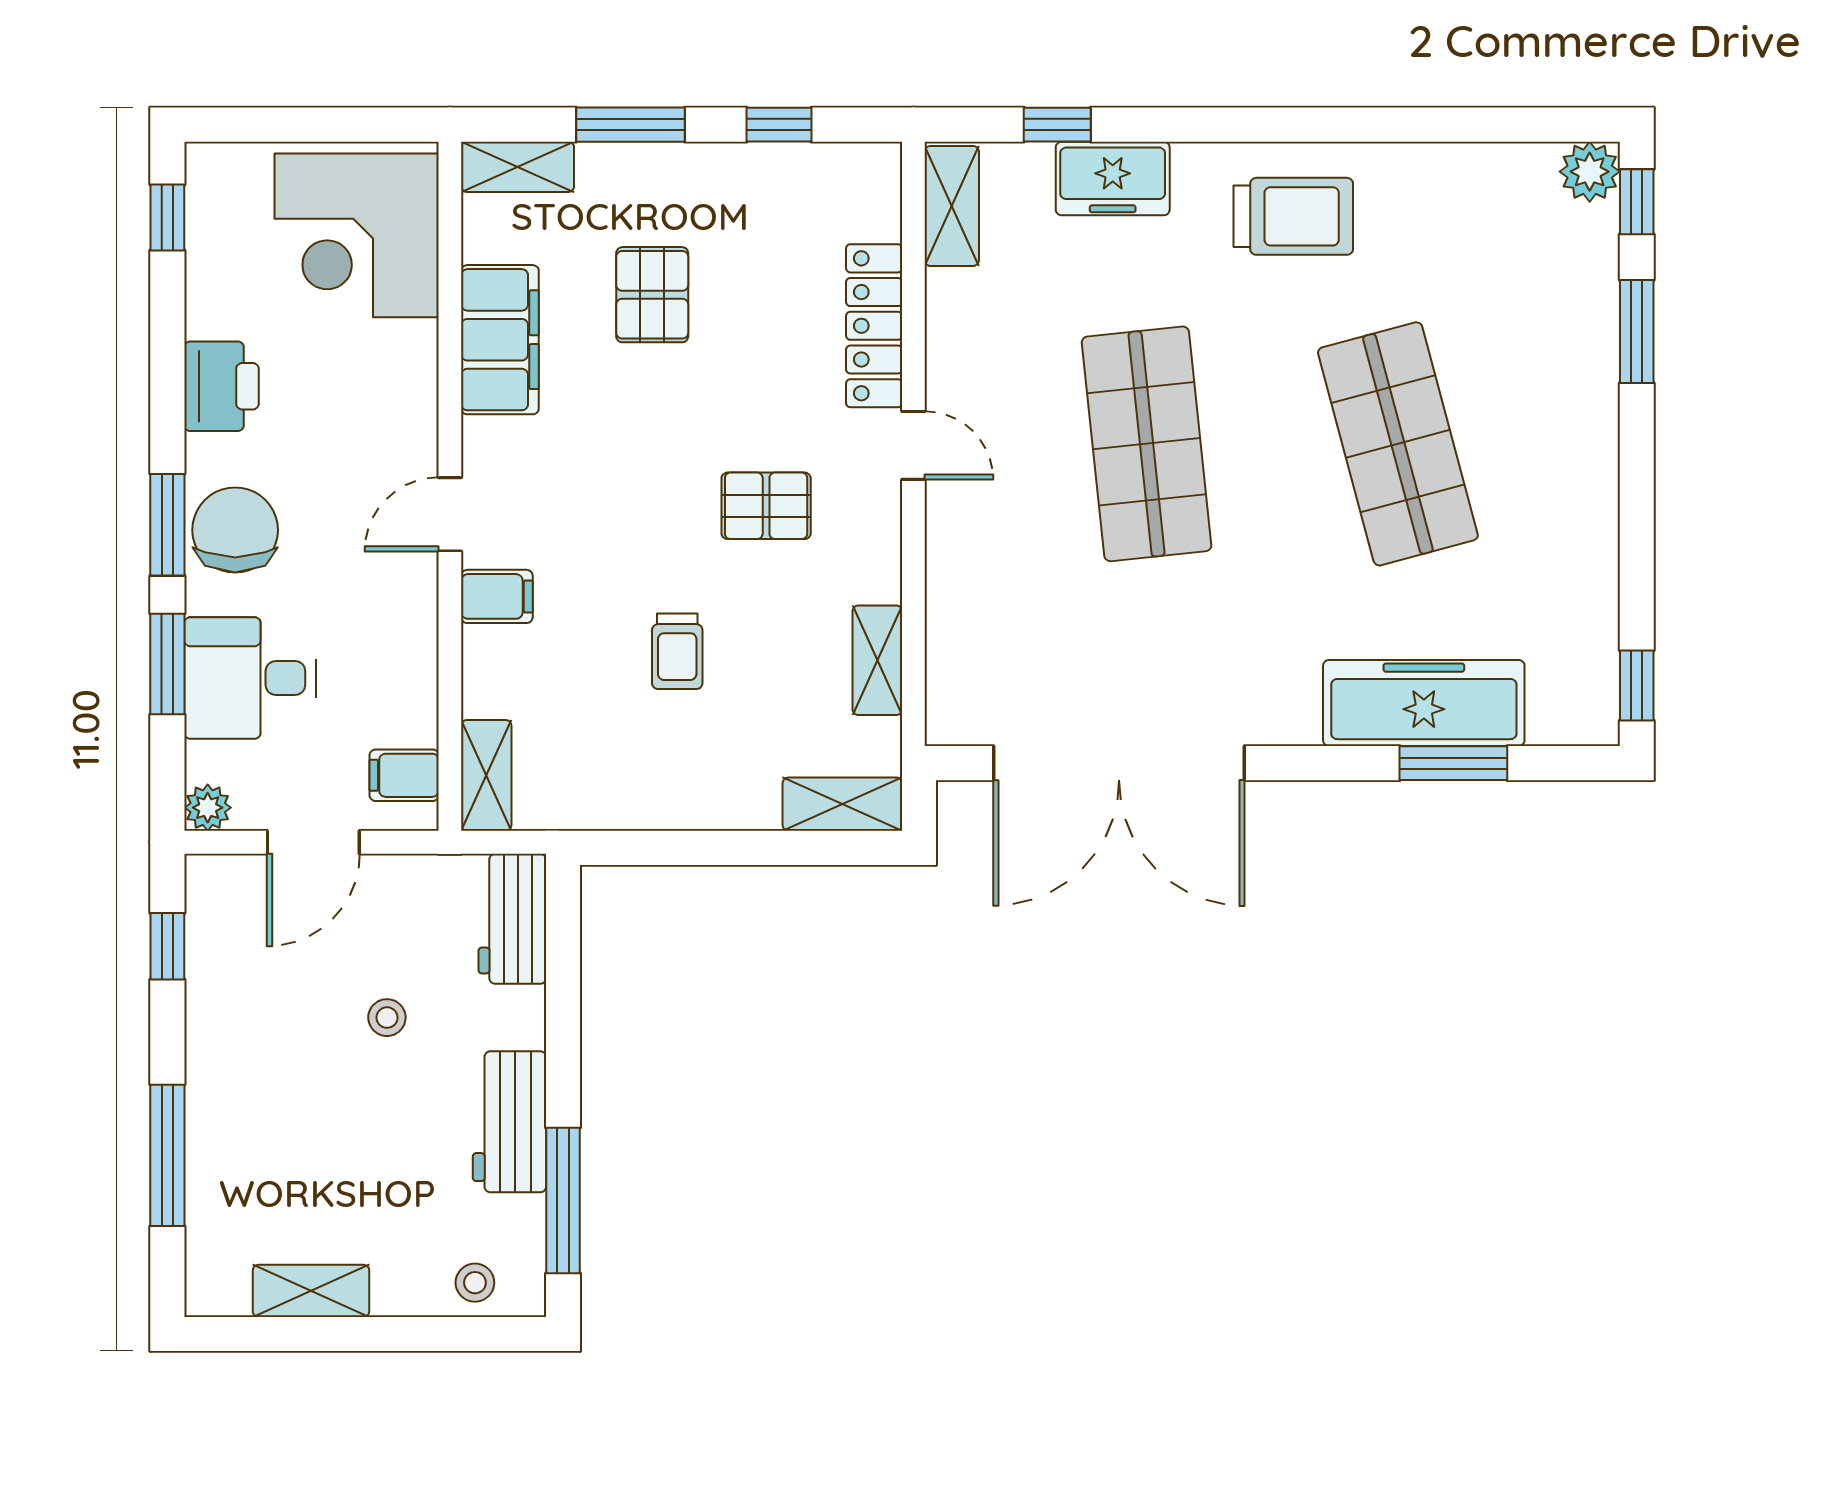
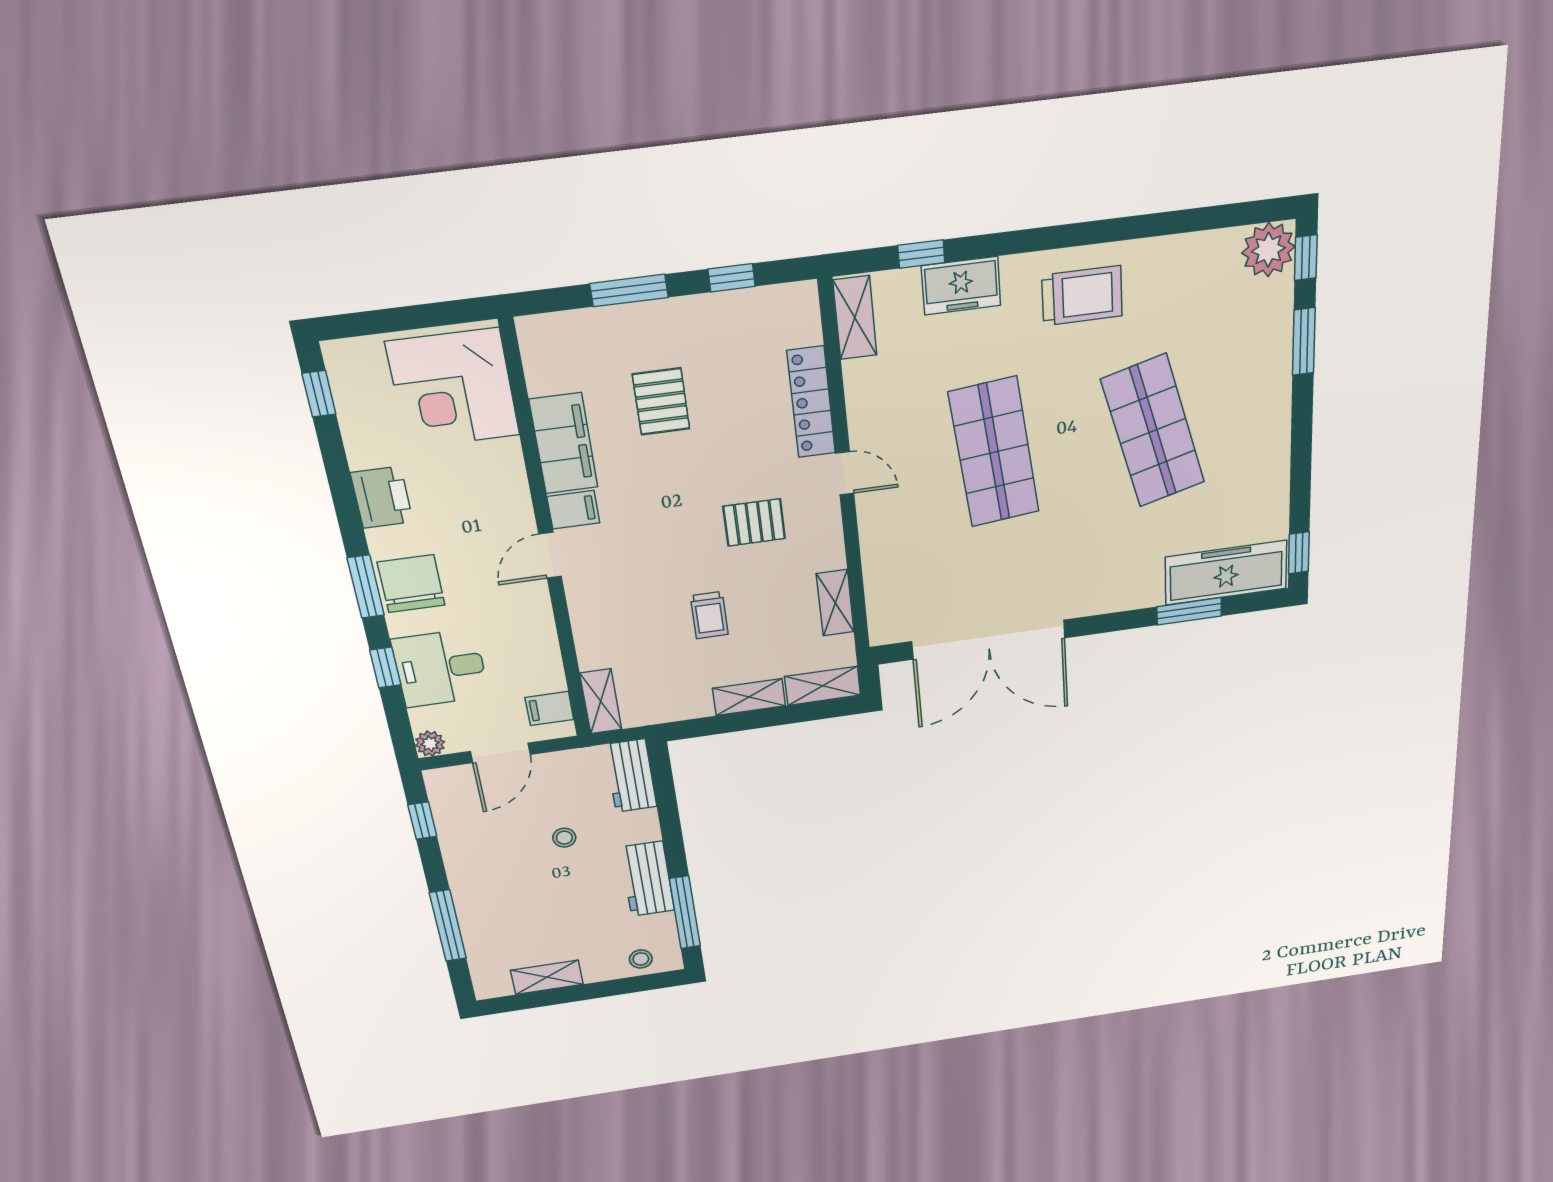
shelving: (518, 167) -> (749, 697), moved
plant: (1590, 172) -> (1268, 250), width x1.36, depth x1.36
filing cabinet: (497, 596) -> (573, 510), moved
window: (167, 664) -> (385, 668), width x0.67
freezer: (1424, 703) -> (1226, 573), moved

